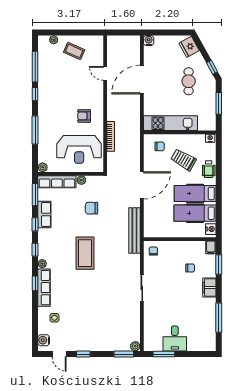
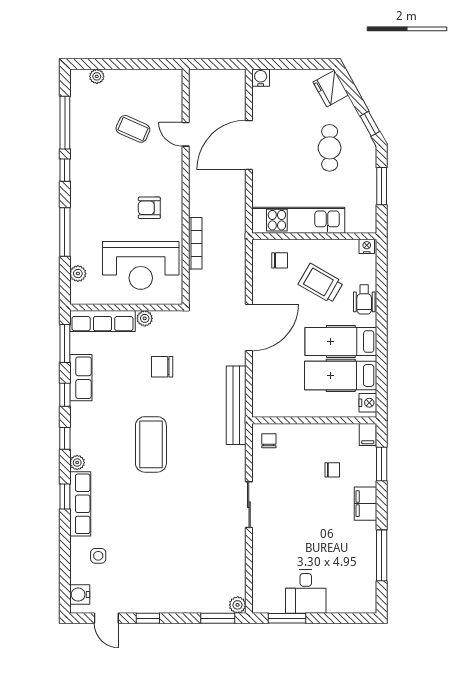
coffee table: (74, 51) -> (133, 129), moved
plant: (43, 167) -> (78, 274), moved

